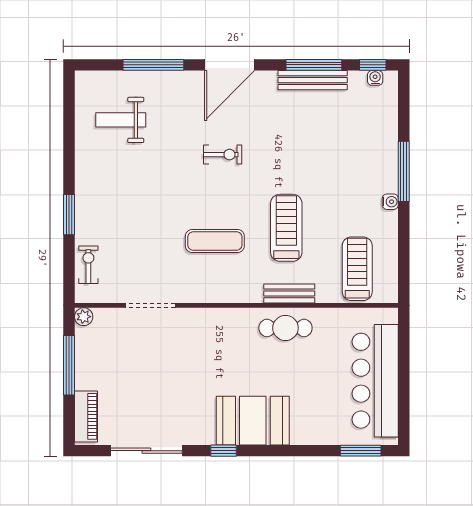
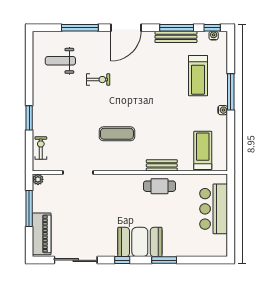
exercise bike: (223, 155) -> (98, 80), moved
treadmill: (286, 228) -> (198, 76), moved, turned 180
bar counter: (375, 381) -> (214, 209), width x0.73
piano: (86, 416) -> (42, 234), width x1.37, depth x1.33
window: (361, 451) -> (164, 260), moved

